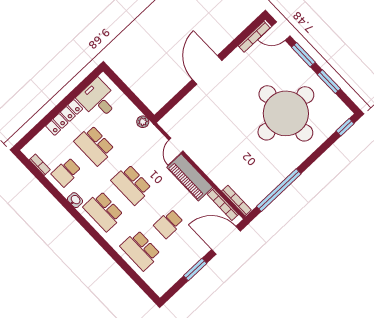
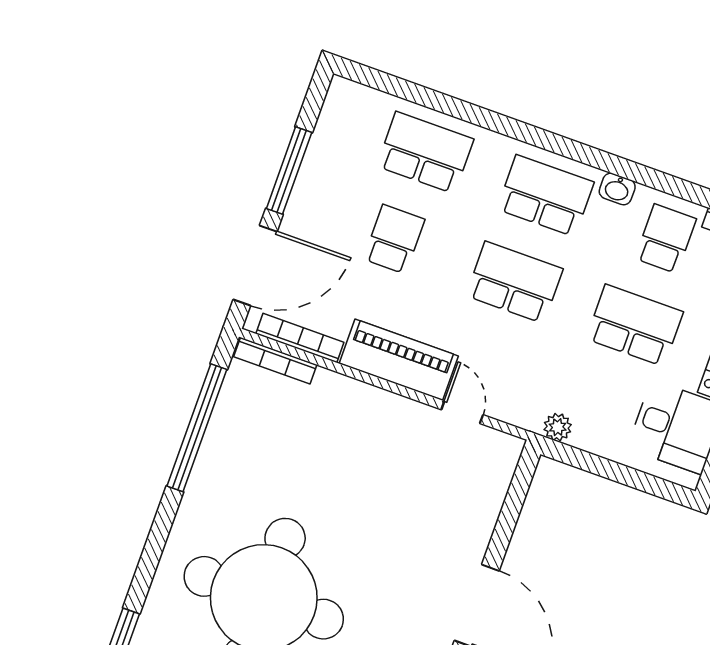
window: (195, 270) -> (289, 171), width x1.44

